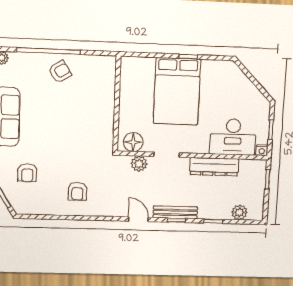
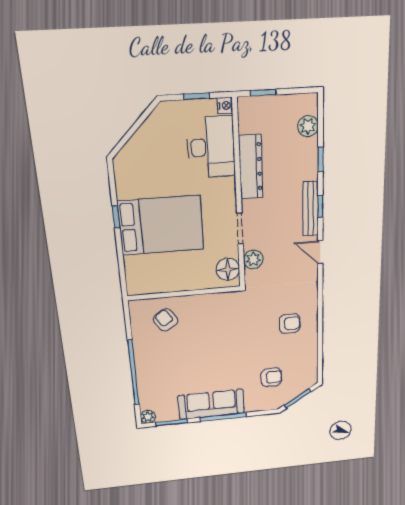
armchair: (60, 72) -> (166, 320), moved
door: (138, 219) -> (320, 252), hinge flipped

